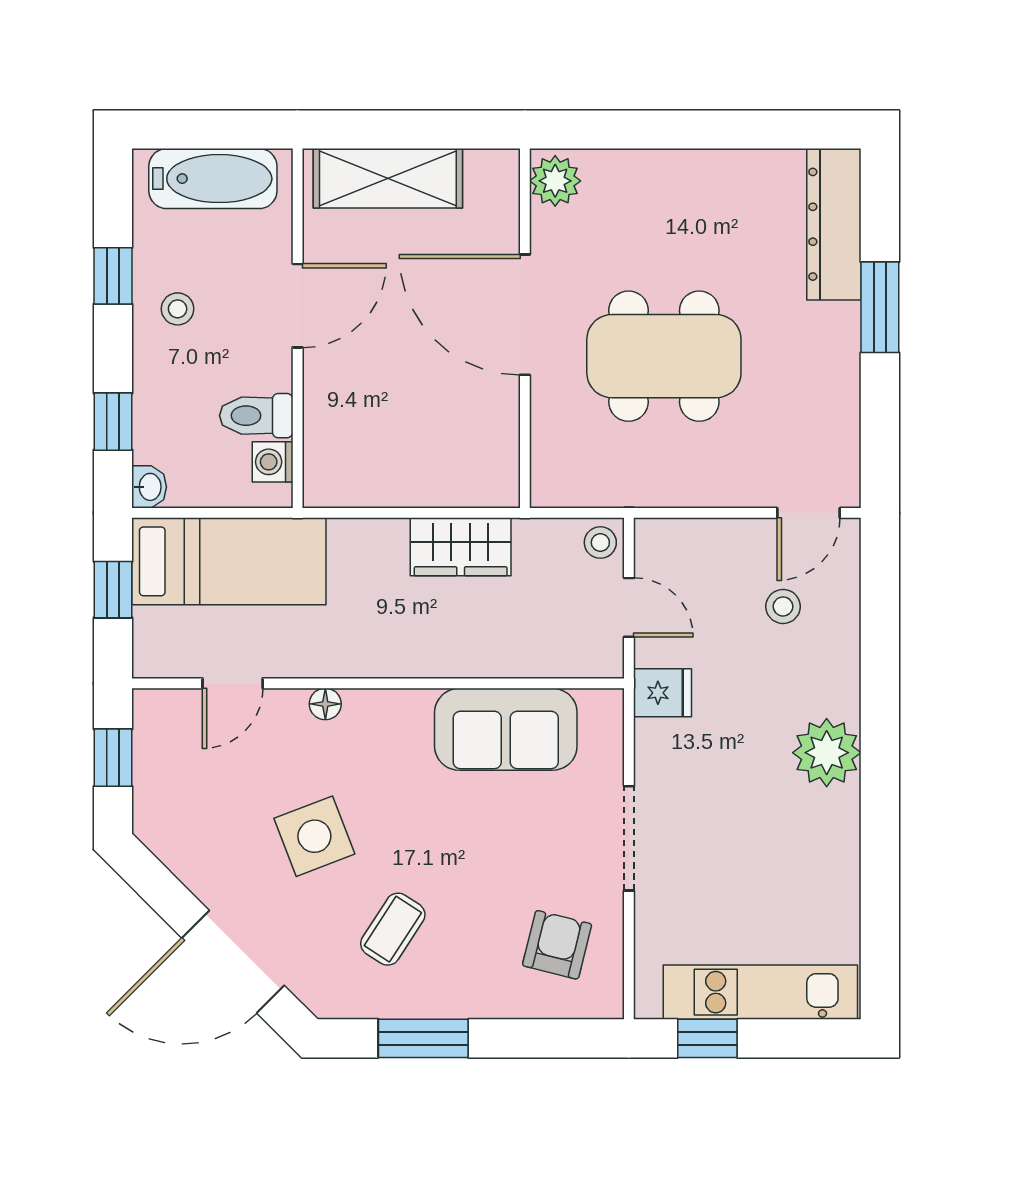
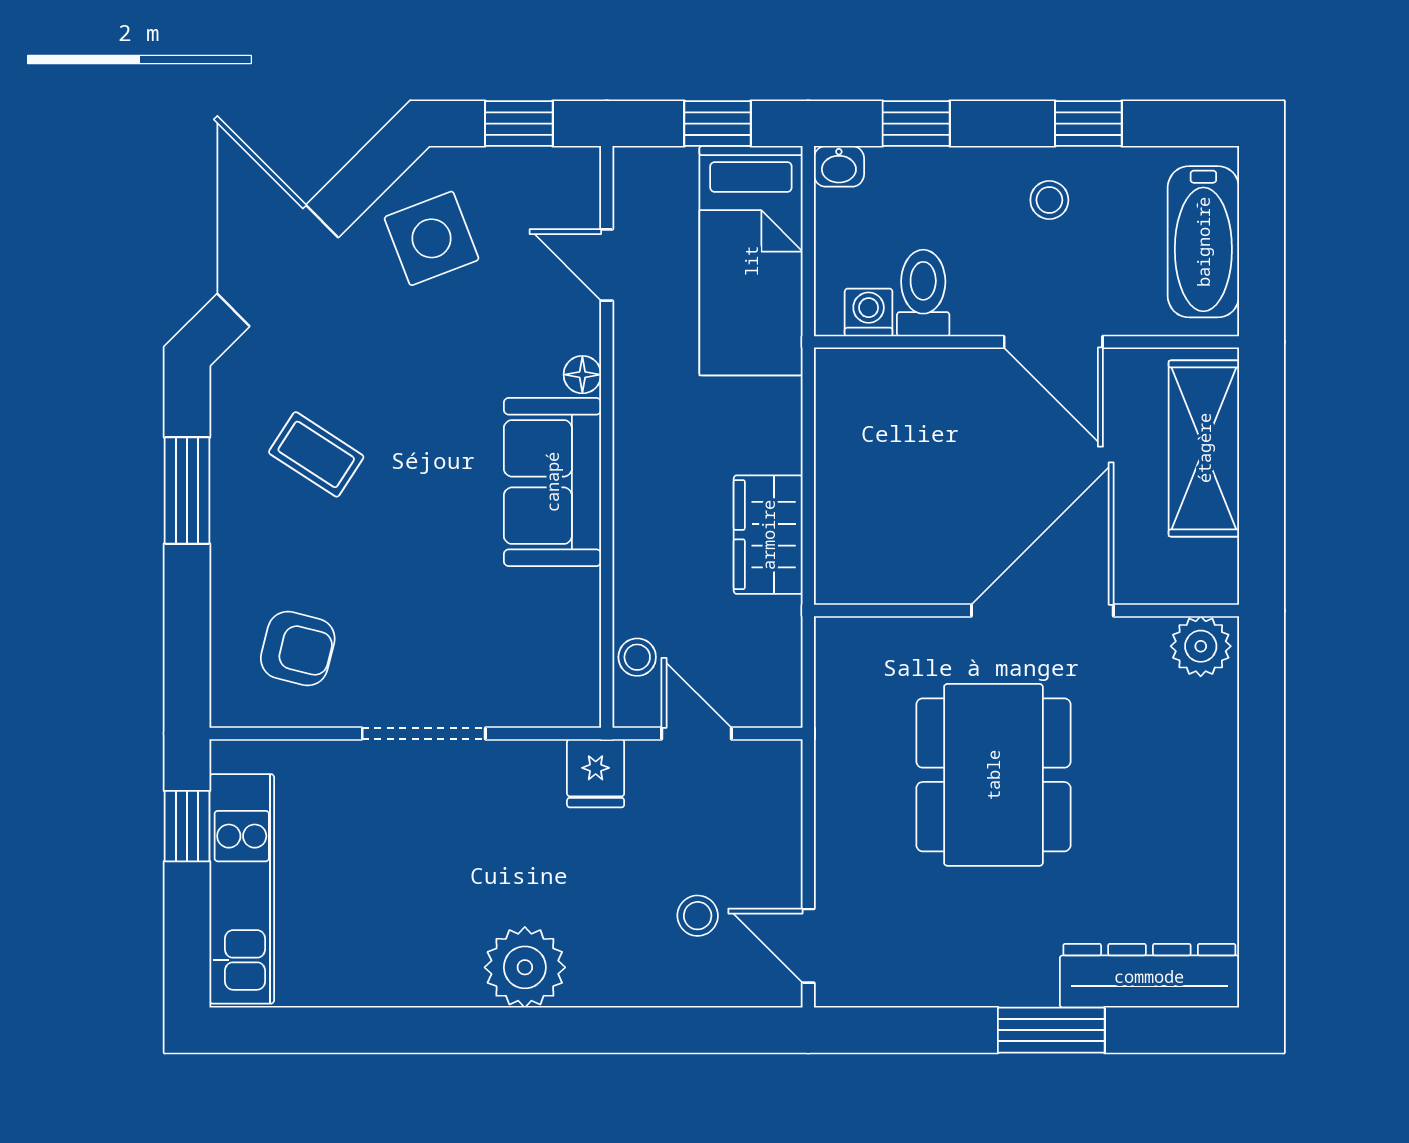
stool: (600, 543) -> (637, 657), moved
door: (629, 607) -> (697, 734), swing flipped
sofa: (506, 729) -> (552, 482), moved
side table: (314, 836) -> (432, 238), moved

